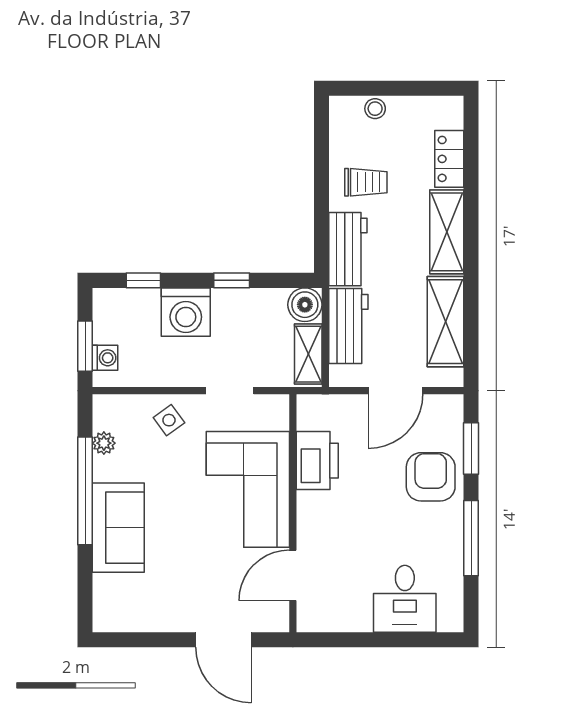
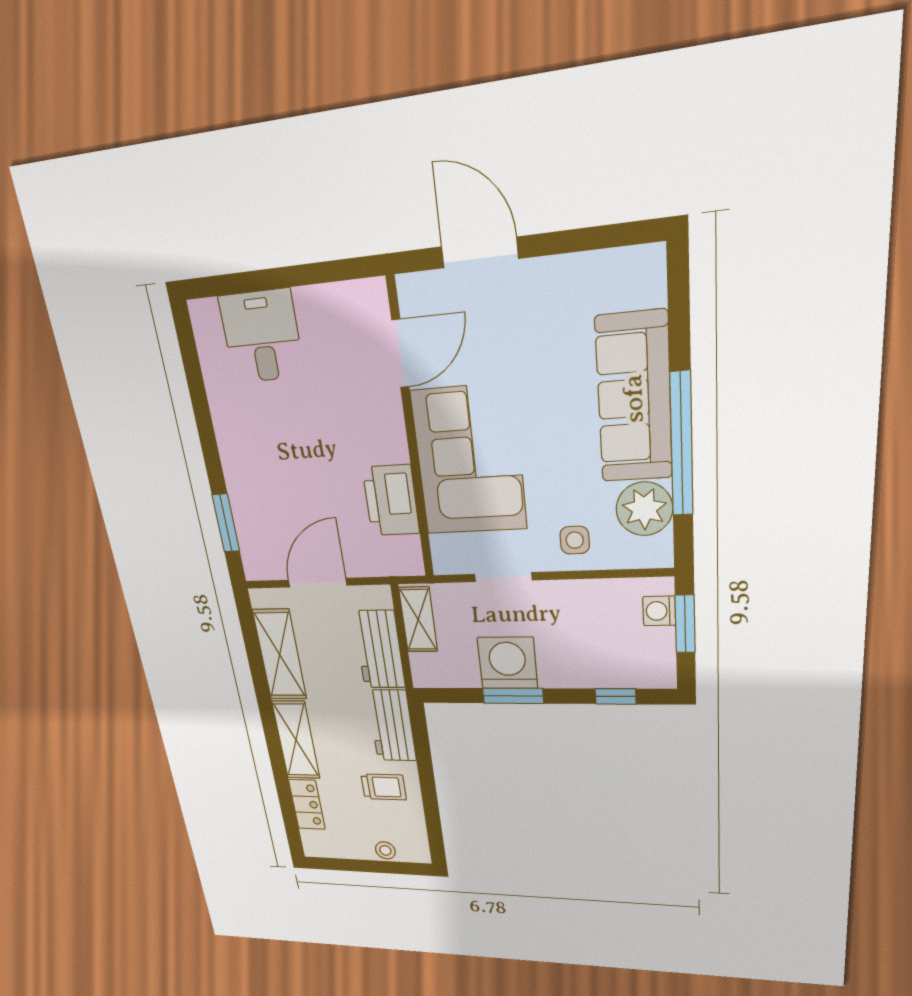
trolley: (366, 182) -> (384, 787), turned 180
window: (232, 280) -> (513, 696), width x1.50
boiler: (305, 305) -> (429, 671), removed
washing machine: (186, 312) -> (508, 663), moved
side table: (169, 420) -> (575, 540), turned 36
plant: (104, 443) -> (644, 509), width x1.88, depth x1.88
armchair: (431, 477) -> (262, 489), removed
sofa: (118, 528) -> (634, 398), width x1.36
window: (471, 538) -> (204, 420), removed

